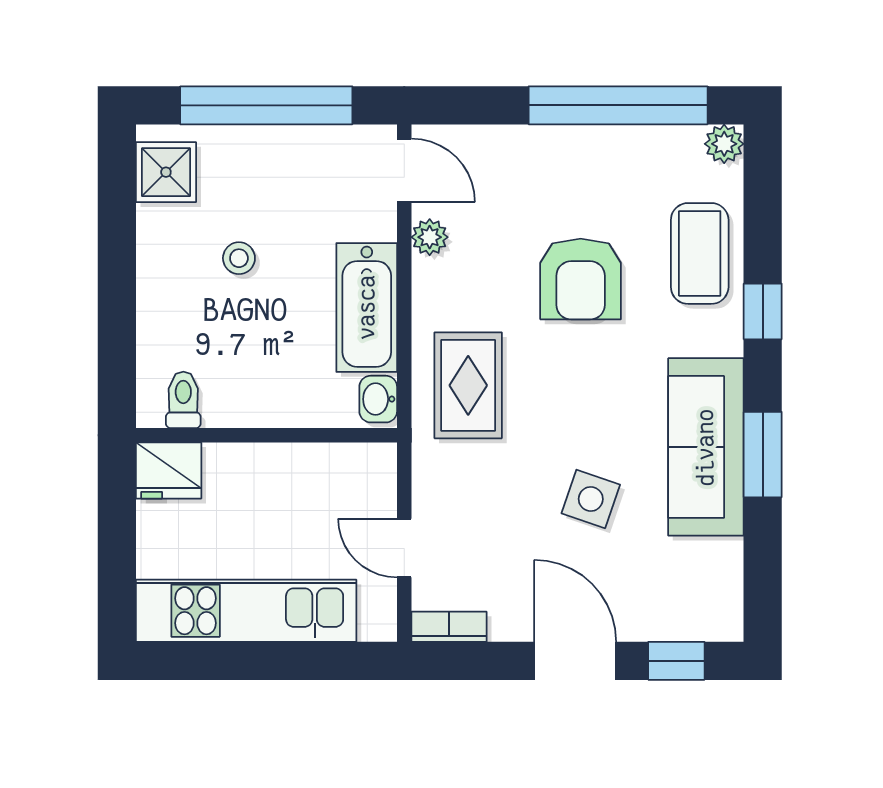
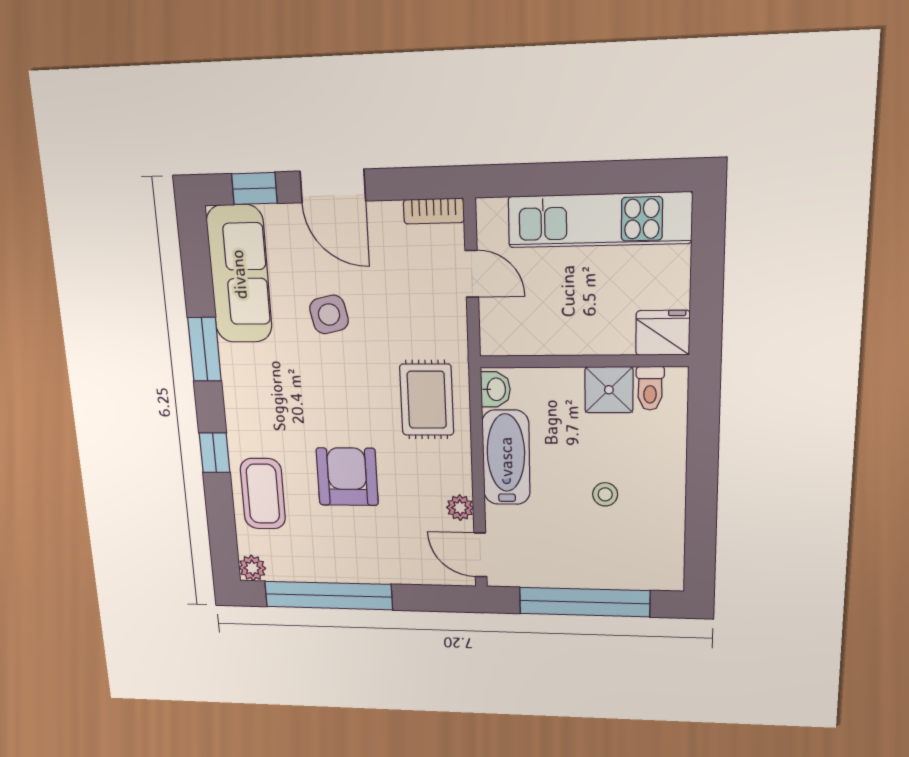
shower: (166, 172) -> (609, 390), moved
sofa: (706, 447) -> (239, 274), moved
side table: (591, 499) -> (329, 314), turned -31

